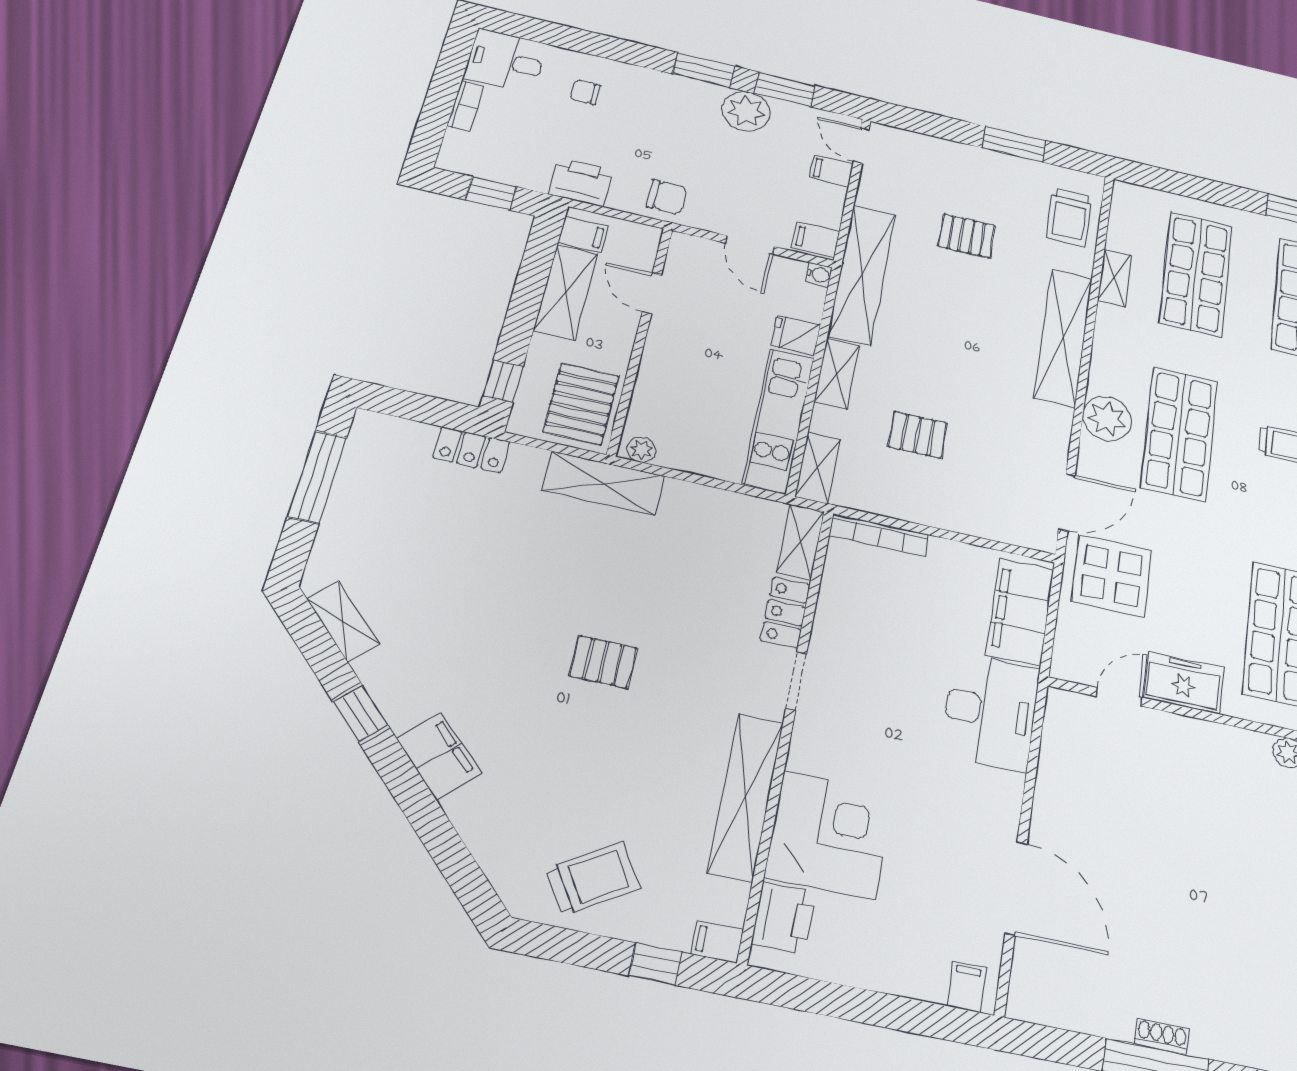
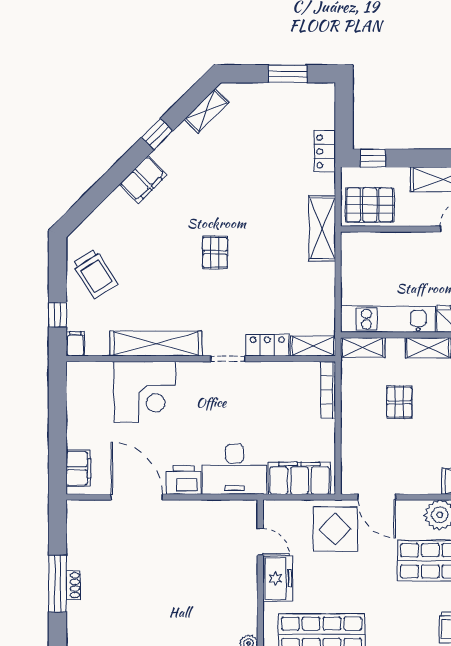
plant: (641, 450) -> (349, 245), removed
window: (317, 477) -> (288, 74), width x0.69
door: (1016, 888) -> (137, 497), swing flipped
printer: (783, 918) -> (183, 480), moved, turned 180
filing cabinet: (966, 987) -> (78, 468), width x2.00

